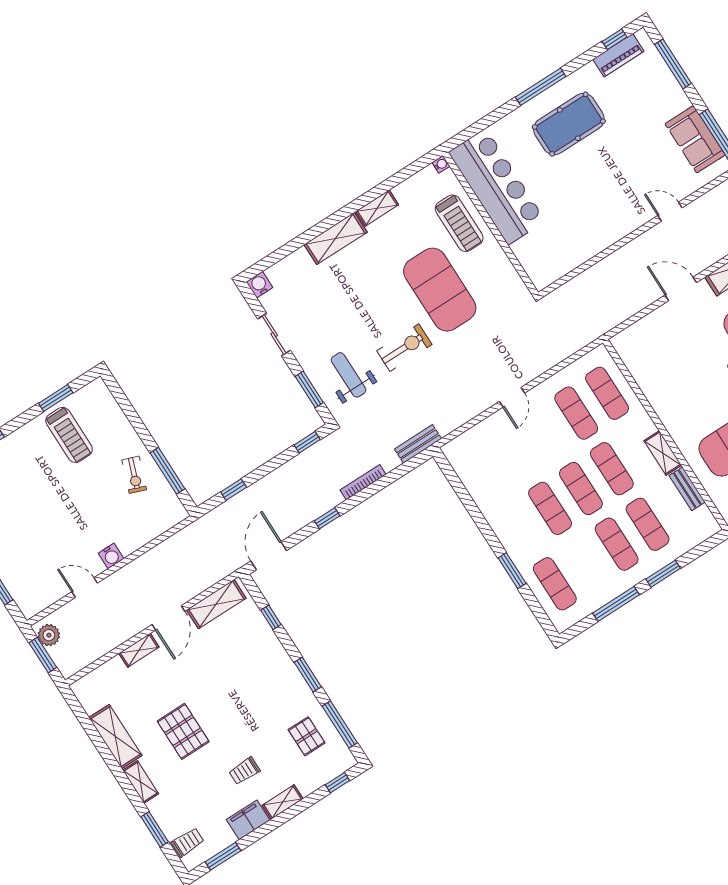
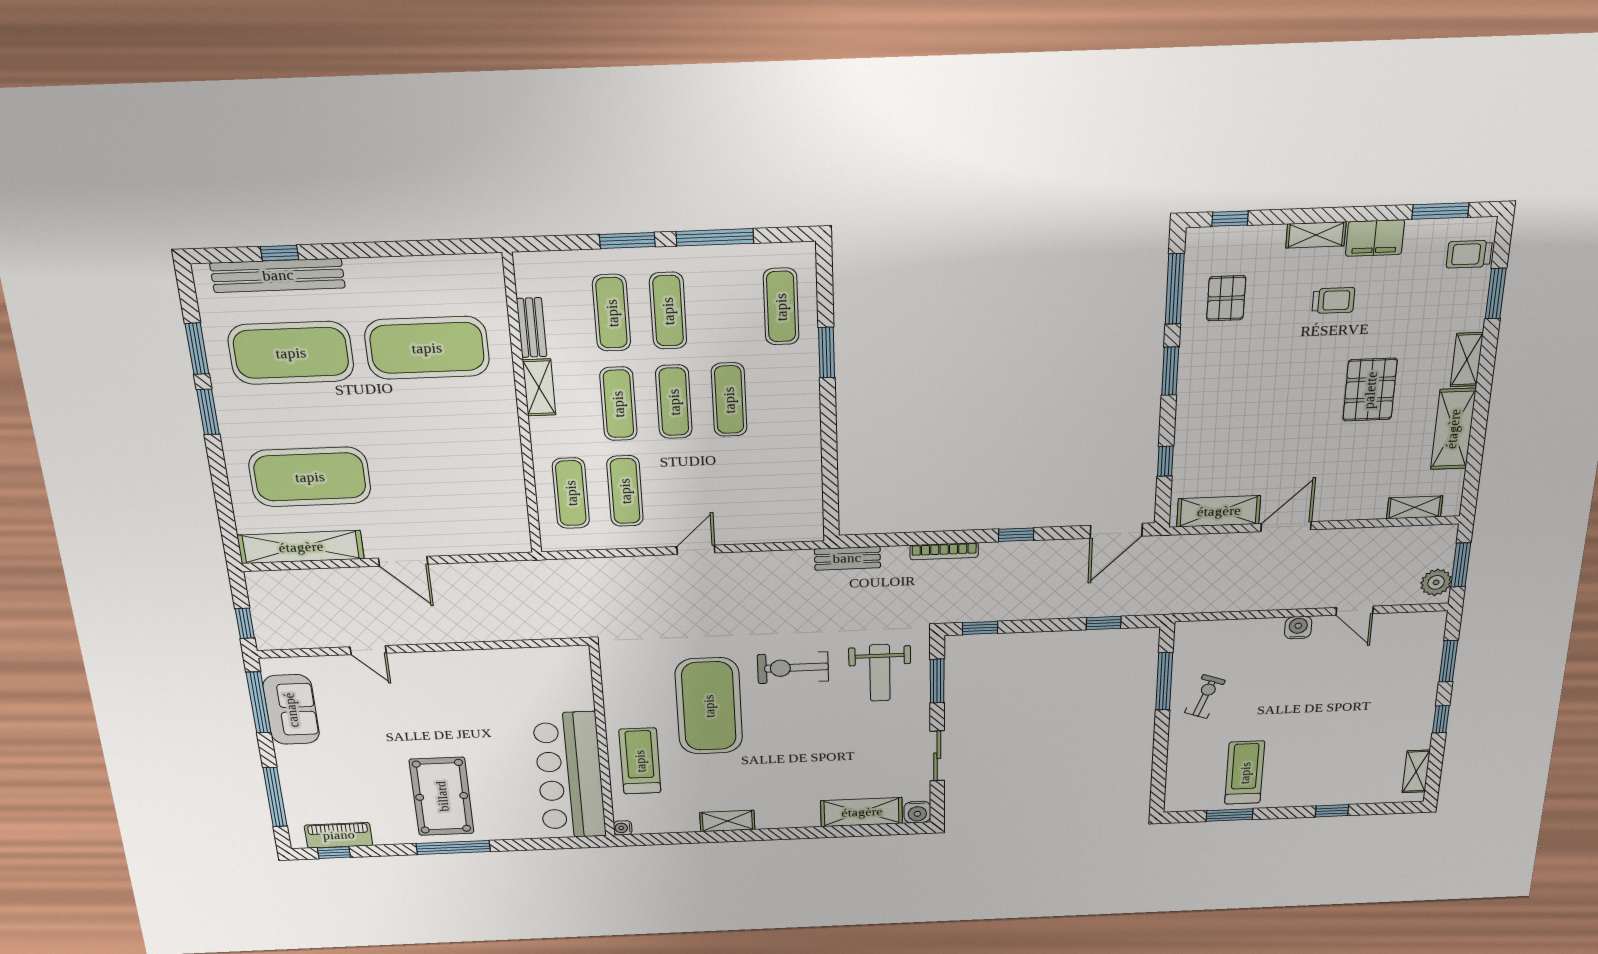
pool table: (569, 124) -> (442, 796), turned 90
shelving: (336, 238) -> (862, 812), moved
shelving: (139, 650) -> (1415, 507), moved

